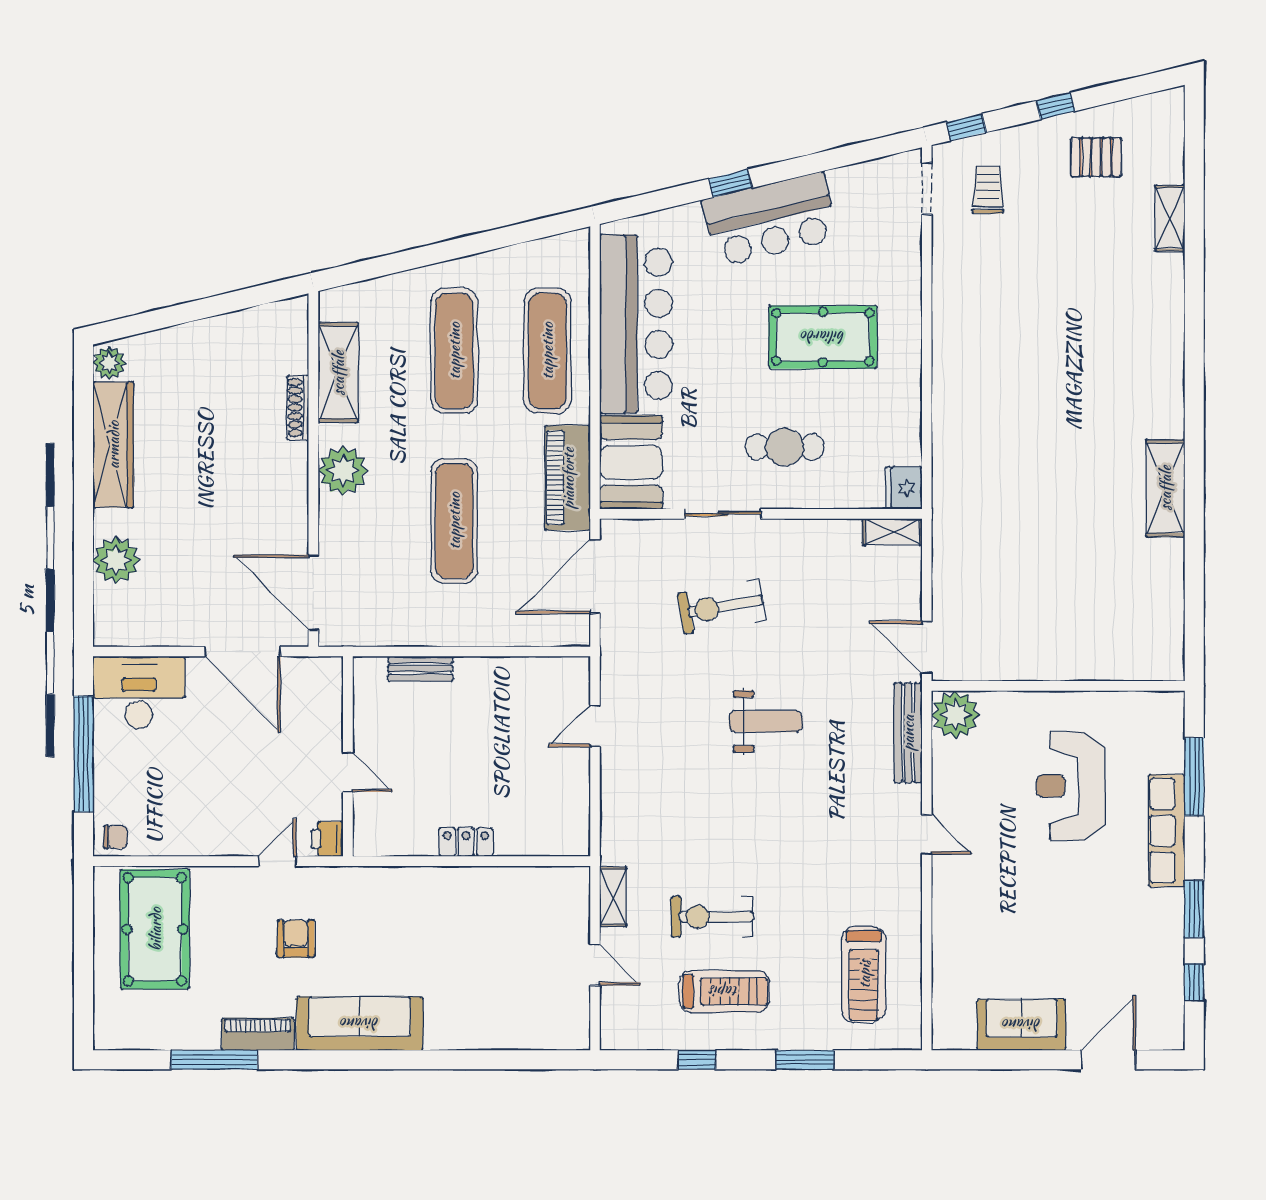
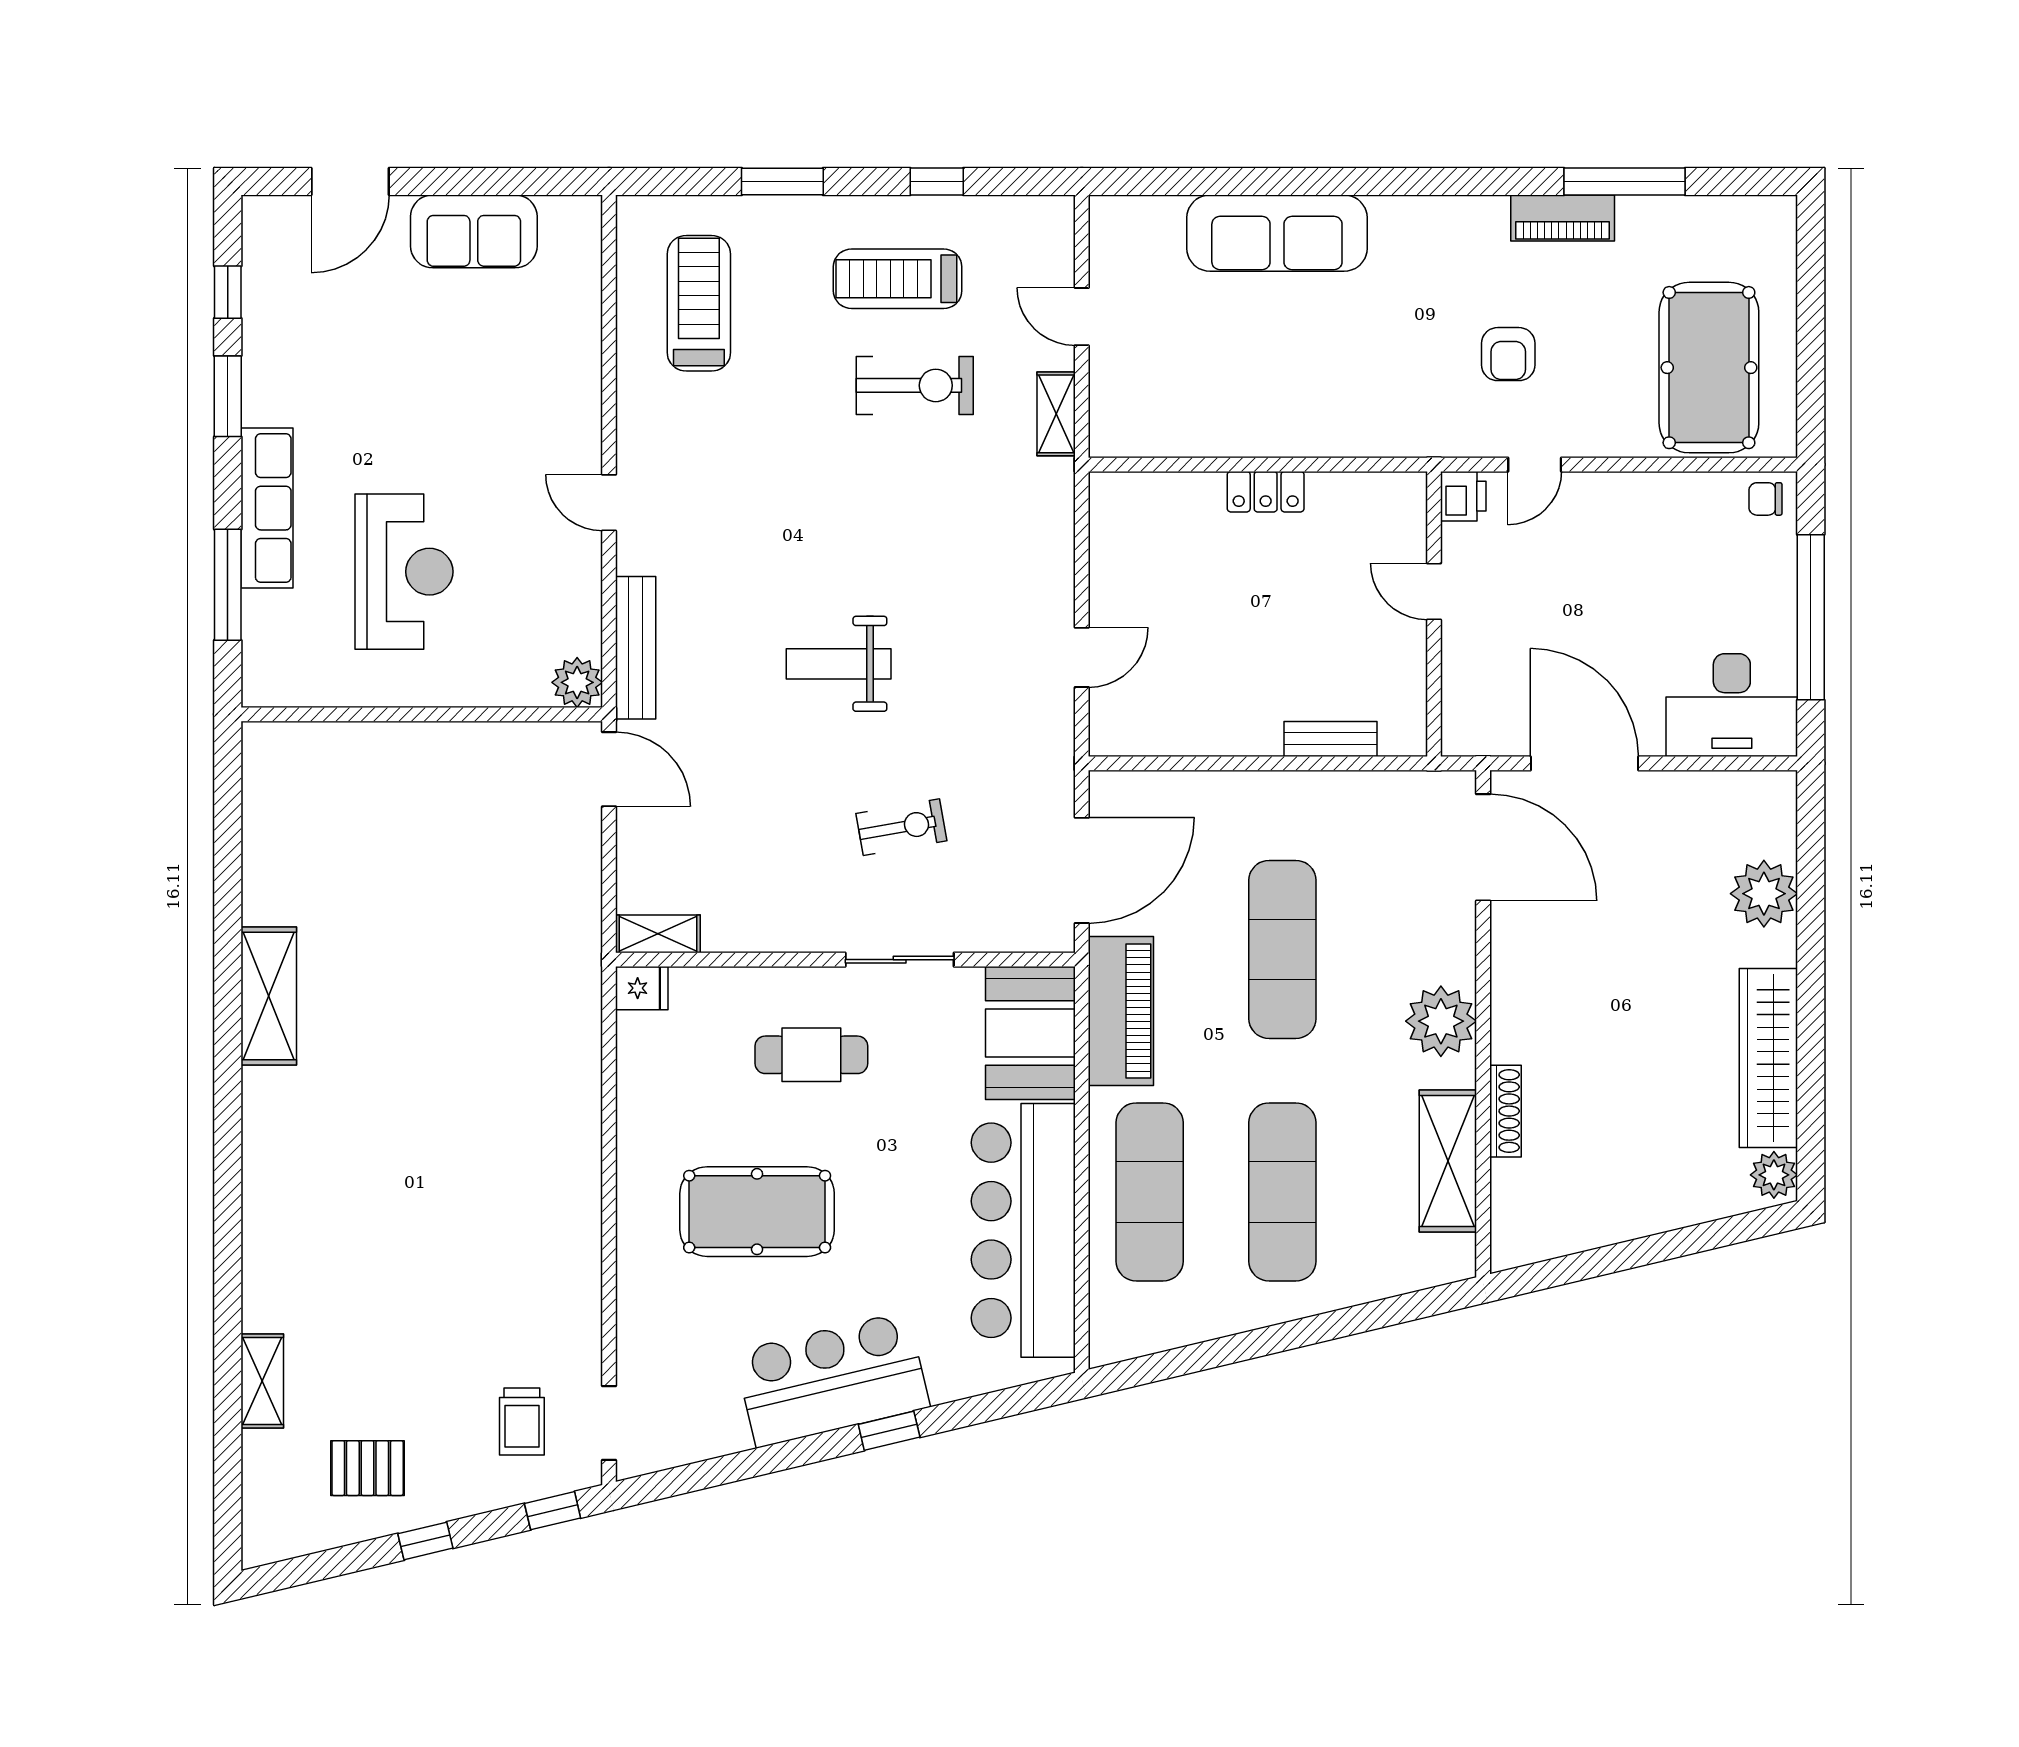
fridge: (904, 488) -> (642, 988), width x0.72
exercise bike: (722, 607) -> (901, 827), width x0.73, depth x0.72
plant: (955, 715) -> (577, 682), width x0.73, depth x0.73
sofa: (360, 1024) -> (1277, 233), moved

